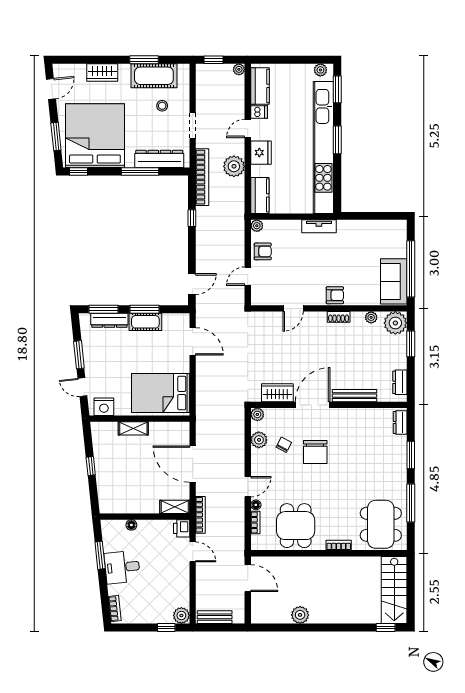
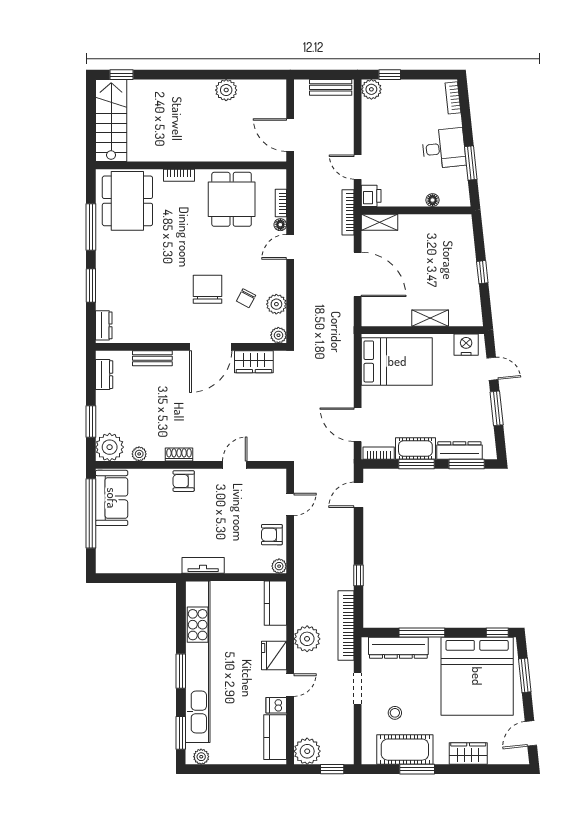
plant: (239, 69) -> (307, 751), width x1.88, depth x1.88
bookcase: (175, 318) -> (379, 453), added
bench: (354, 396) -> (152, 358), width x0.73

